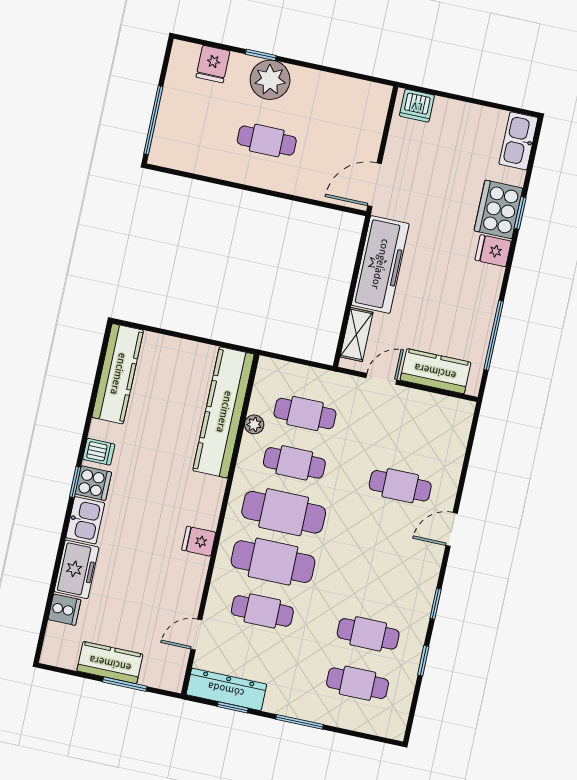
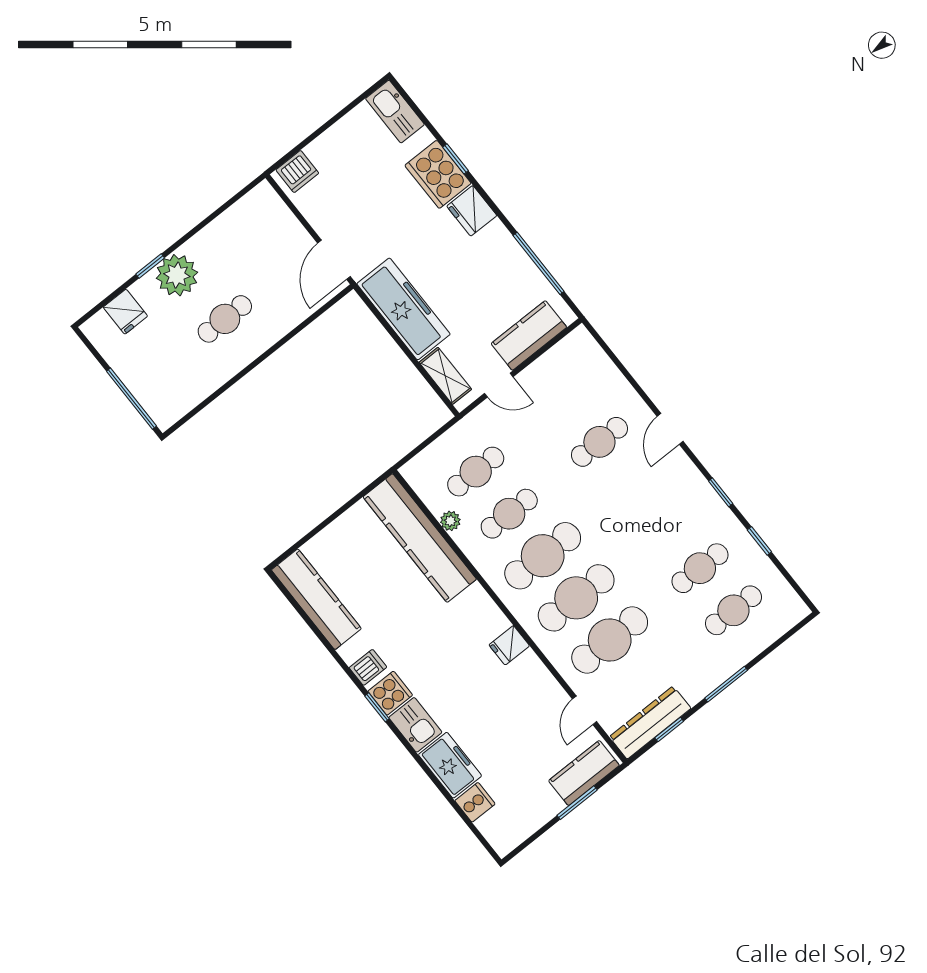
fridge: (493, 251) -> (472, 211), width x1.38
door: (381, 379) -> (499, 385), swing flipped
cafe table: (262, 611) -> (610, 640), width x1.37, depth x1.35
kitchen counter: (110, 663) -> (584, 773), moved

